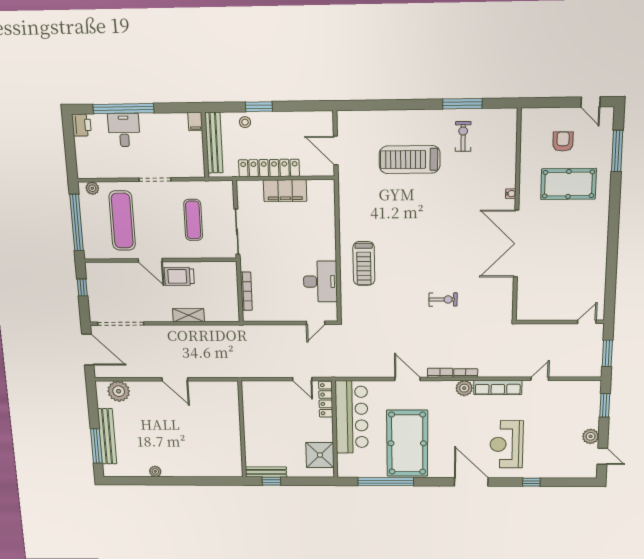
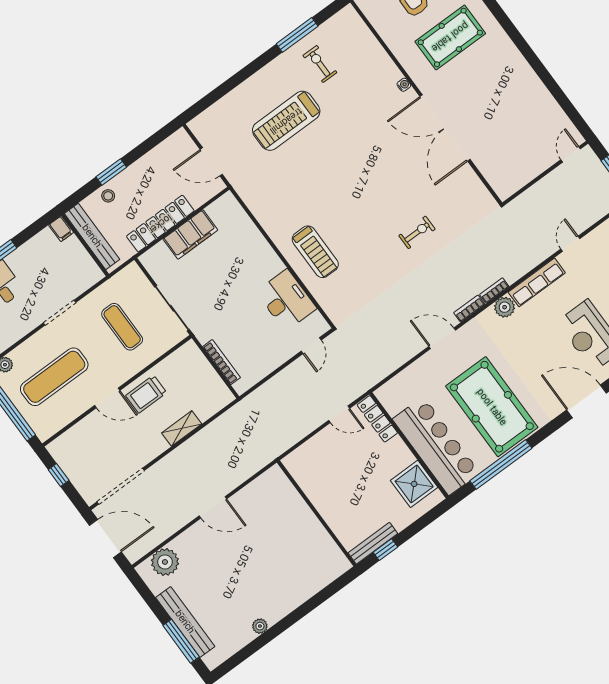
exercise mat: (122, 221) -> (54, 377), turned 90
bar counter: (352, 417) -> (436, 446), moved

